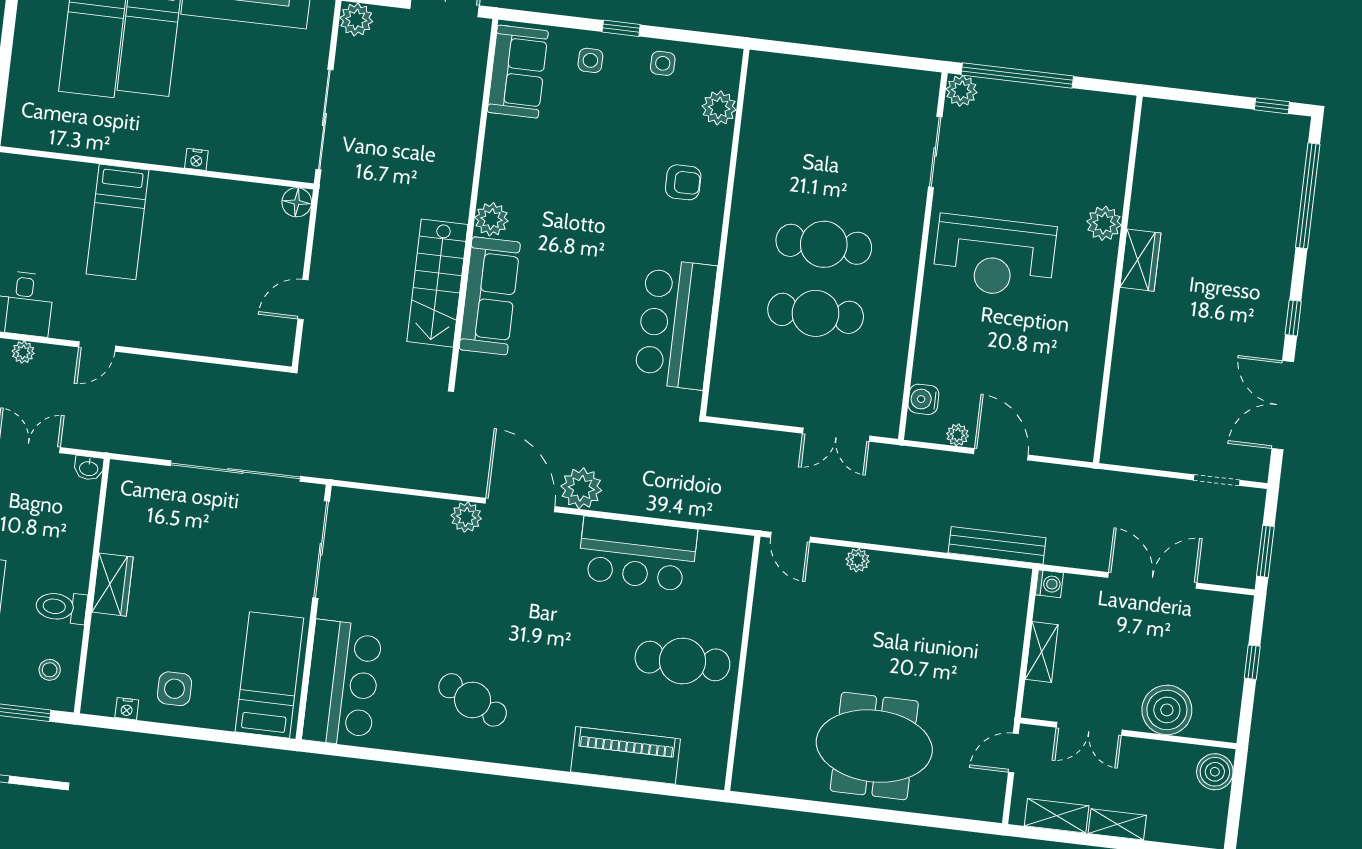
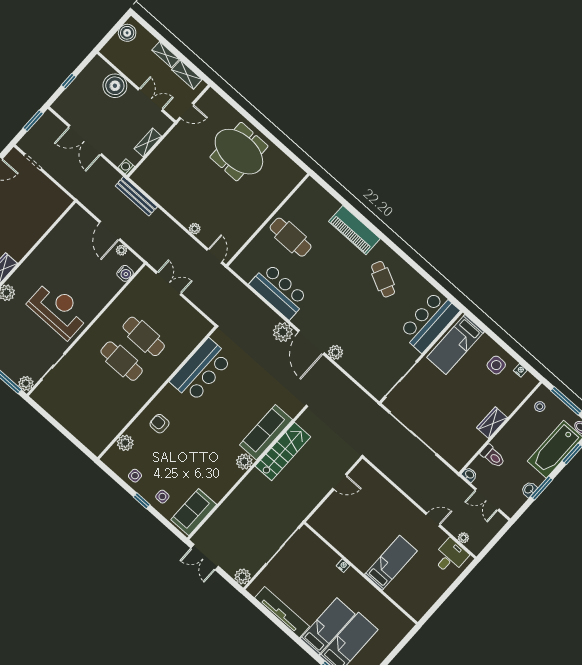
floor lamp: (297, 202) -> (316, 521), removed
toilet: (61, 607) -> (493, 456), moved
piano: (626, 755) -> (354, 230), moved
boiler: (1215, 772) -> (127, 33), moved

